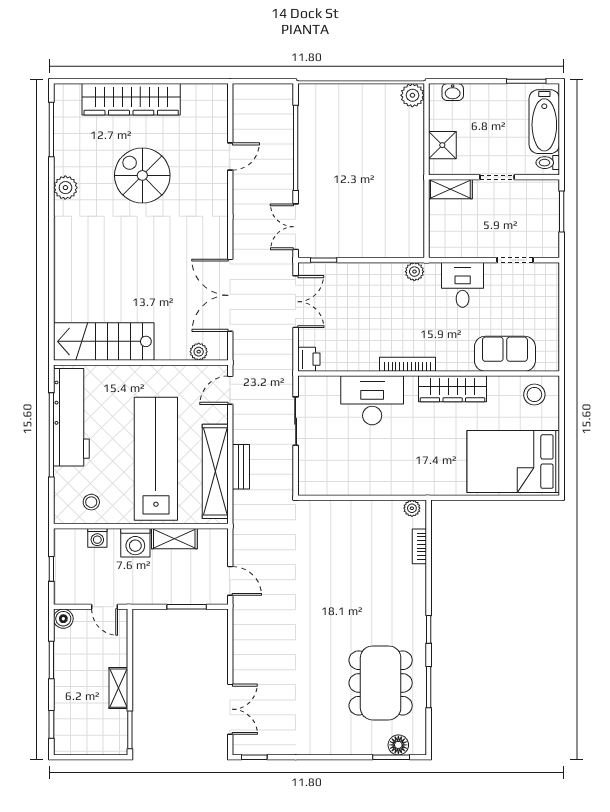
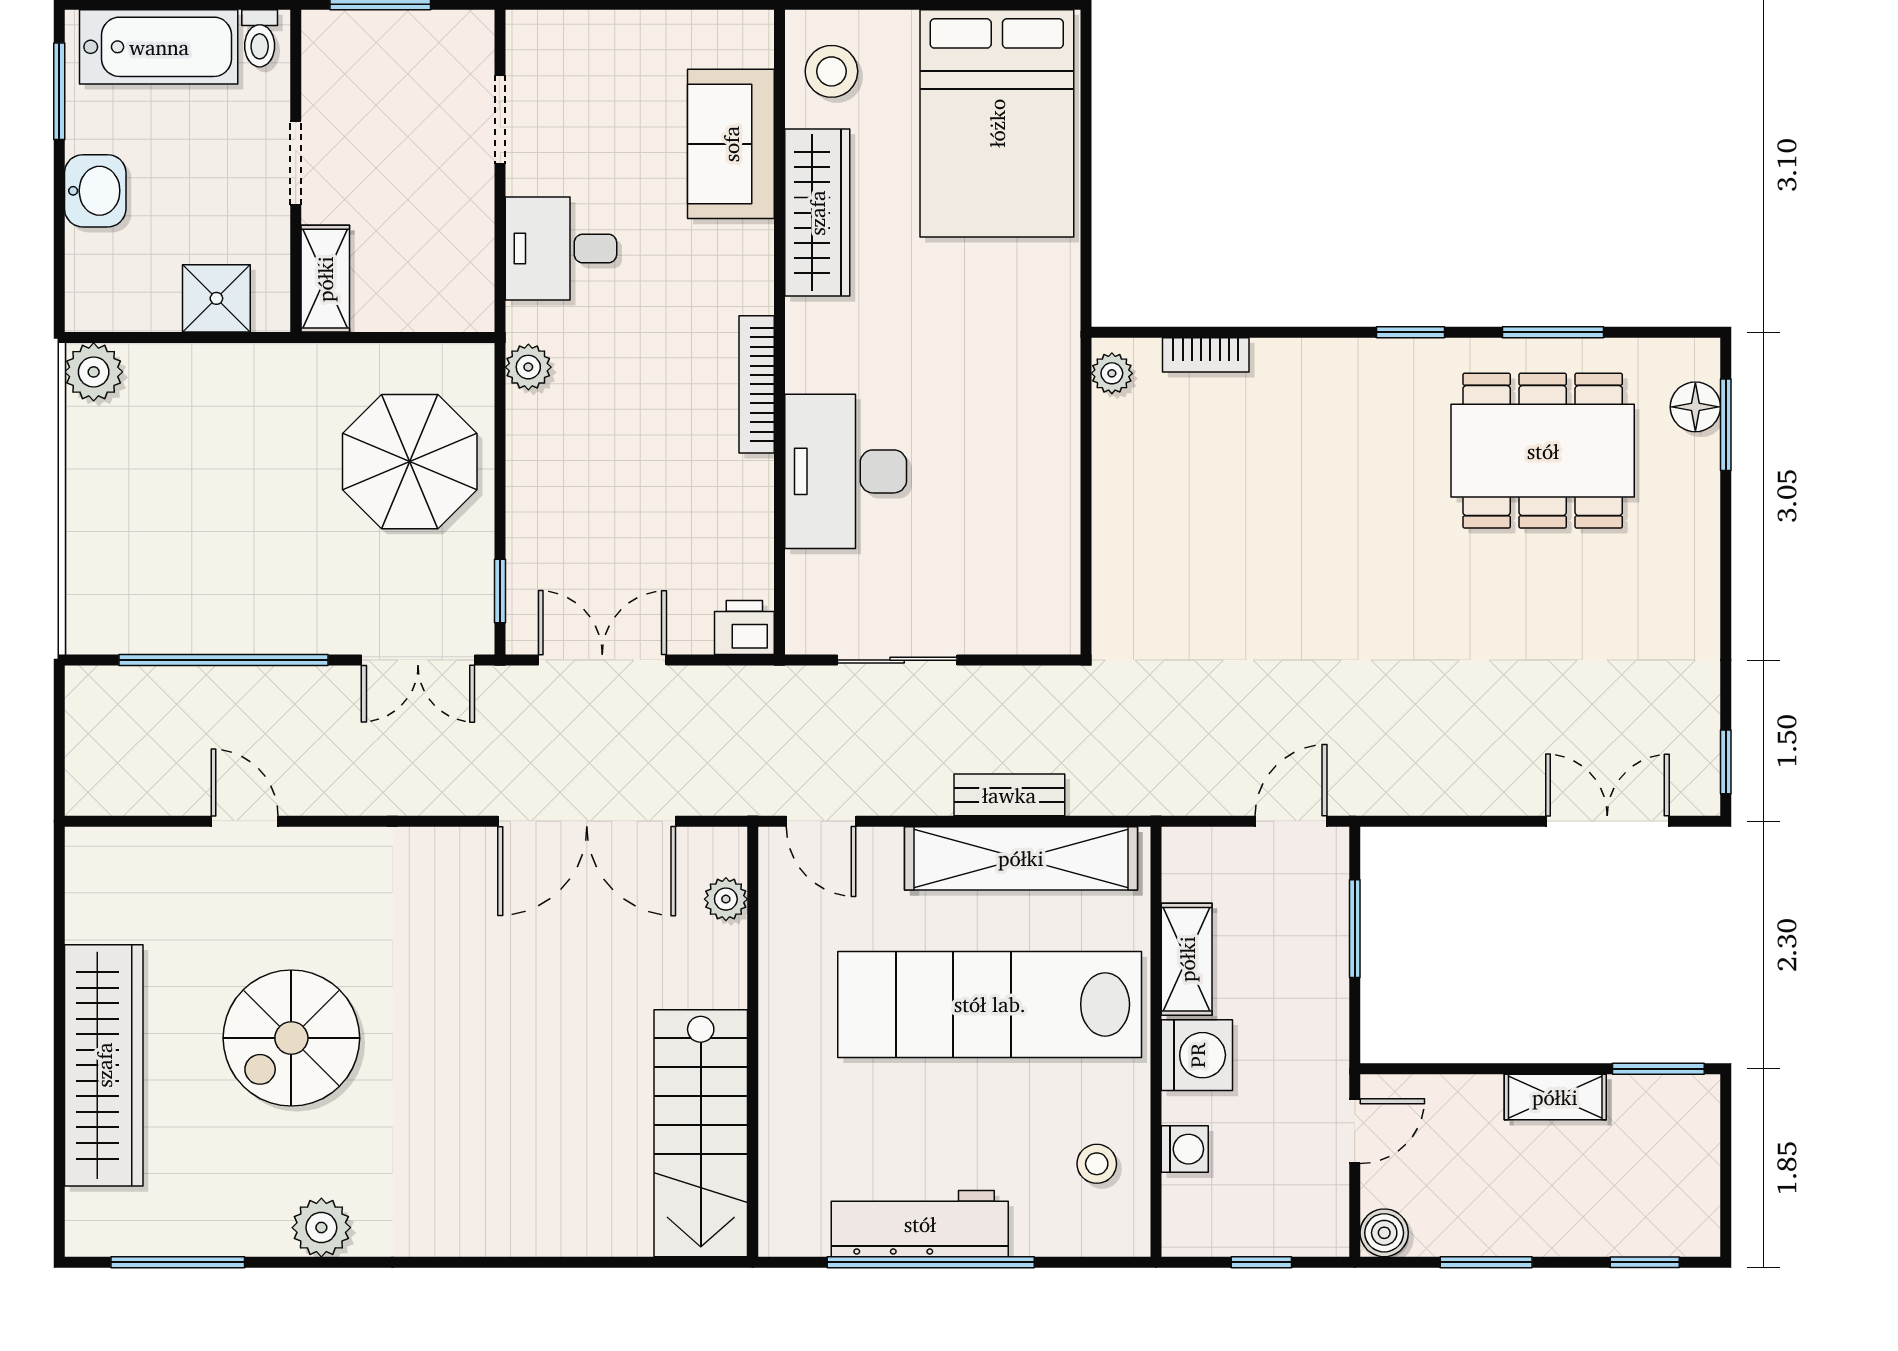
washbasin: (453, 92) -> (95, 191), moved, width x1.38, depth x1.45
parasol: (376, 223) -> (410, 462), added
wardrobe: (453, 389) -> (817, 213), moved
workbench: (71, 417) -> (920, 1224), width x0.73, depth x0.76

